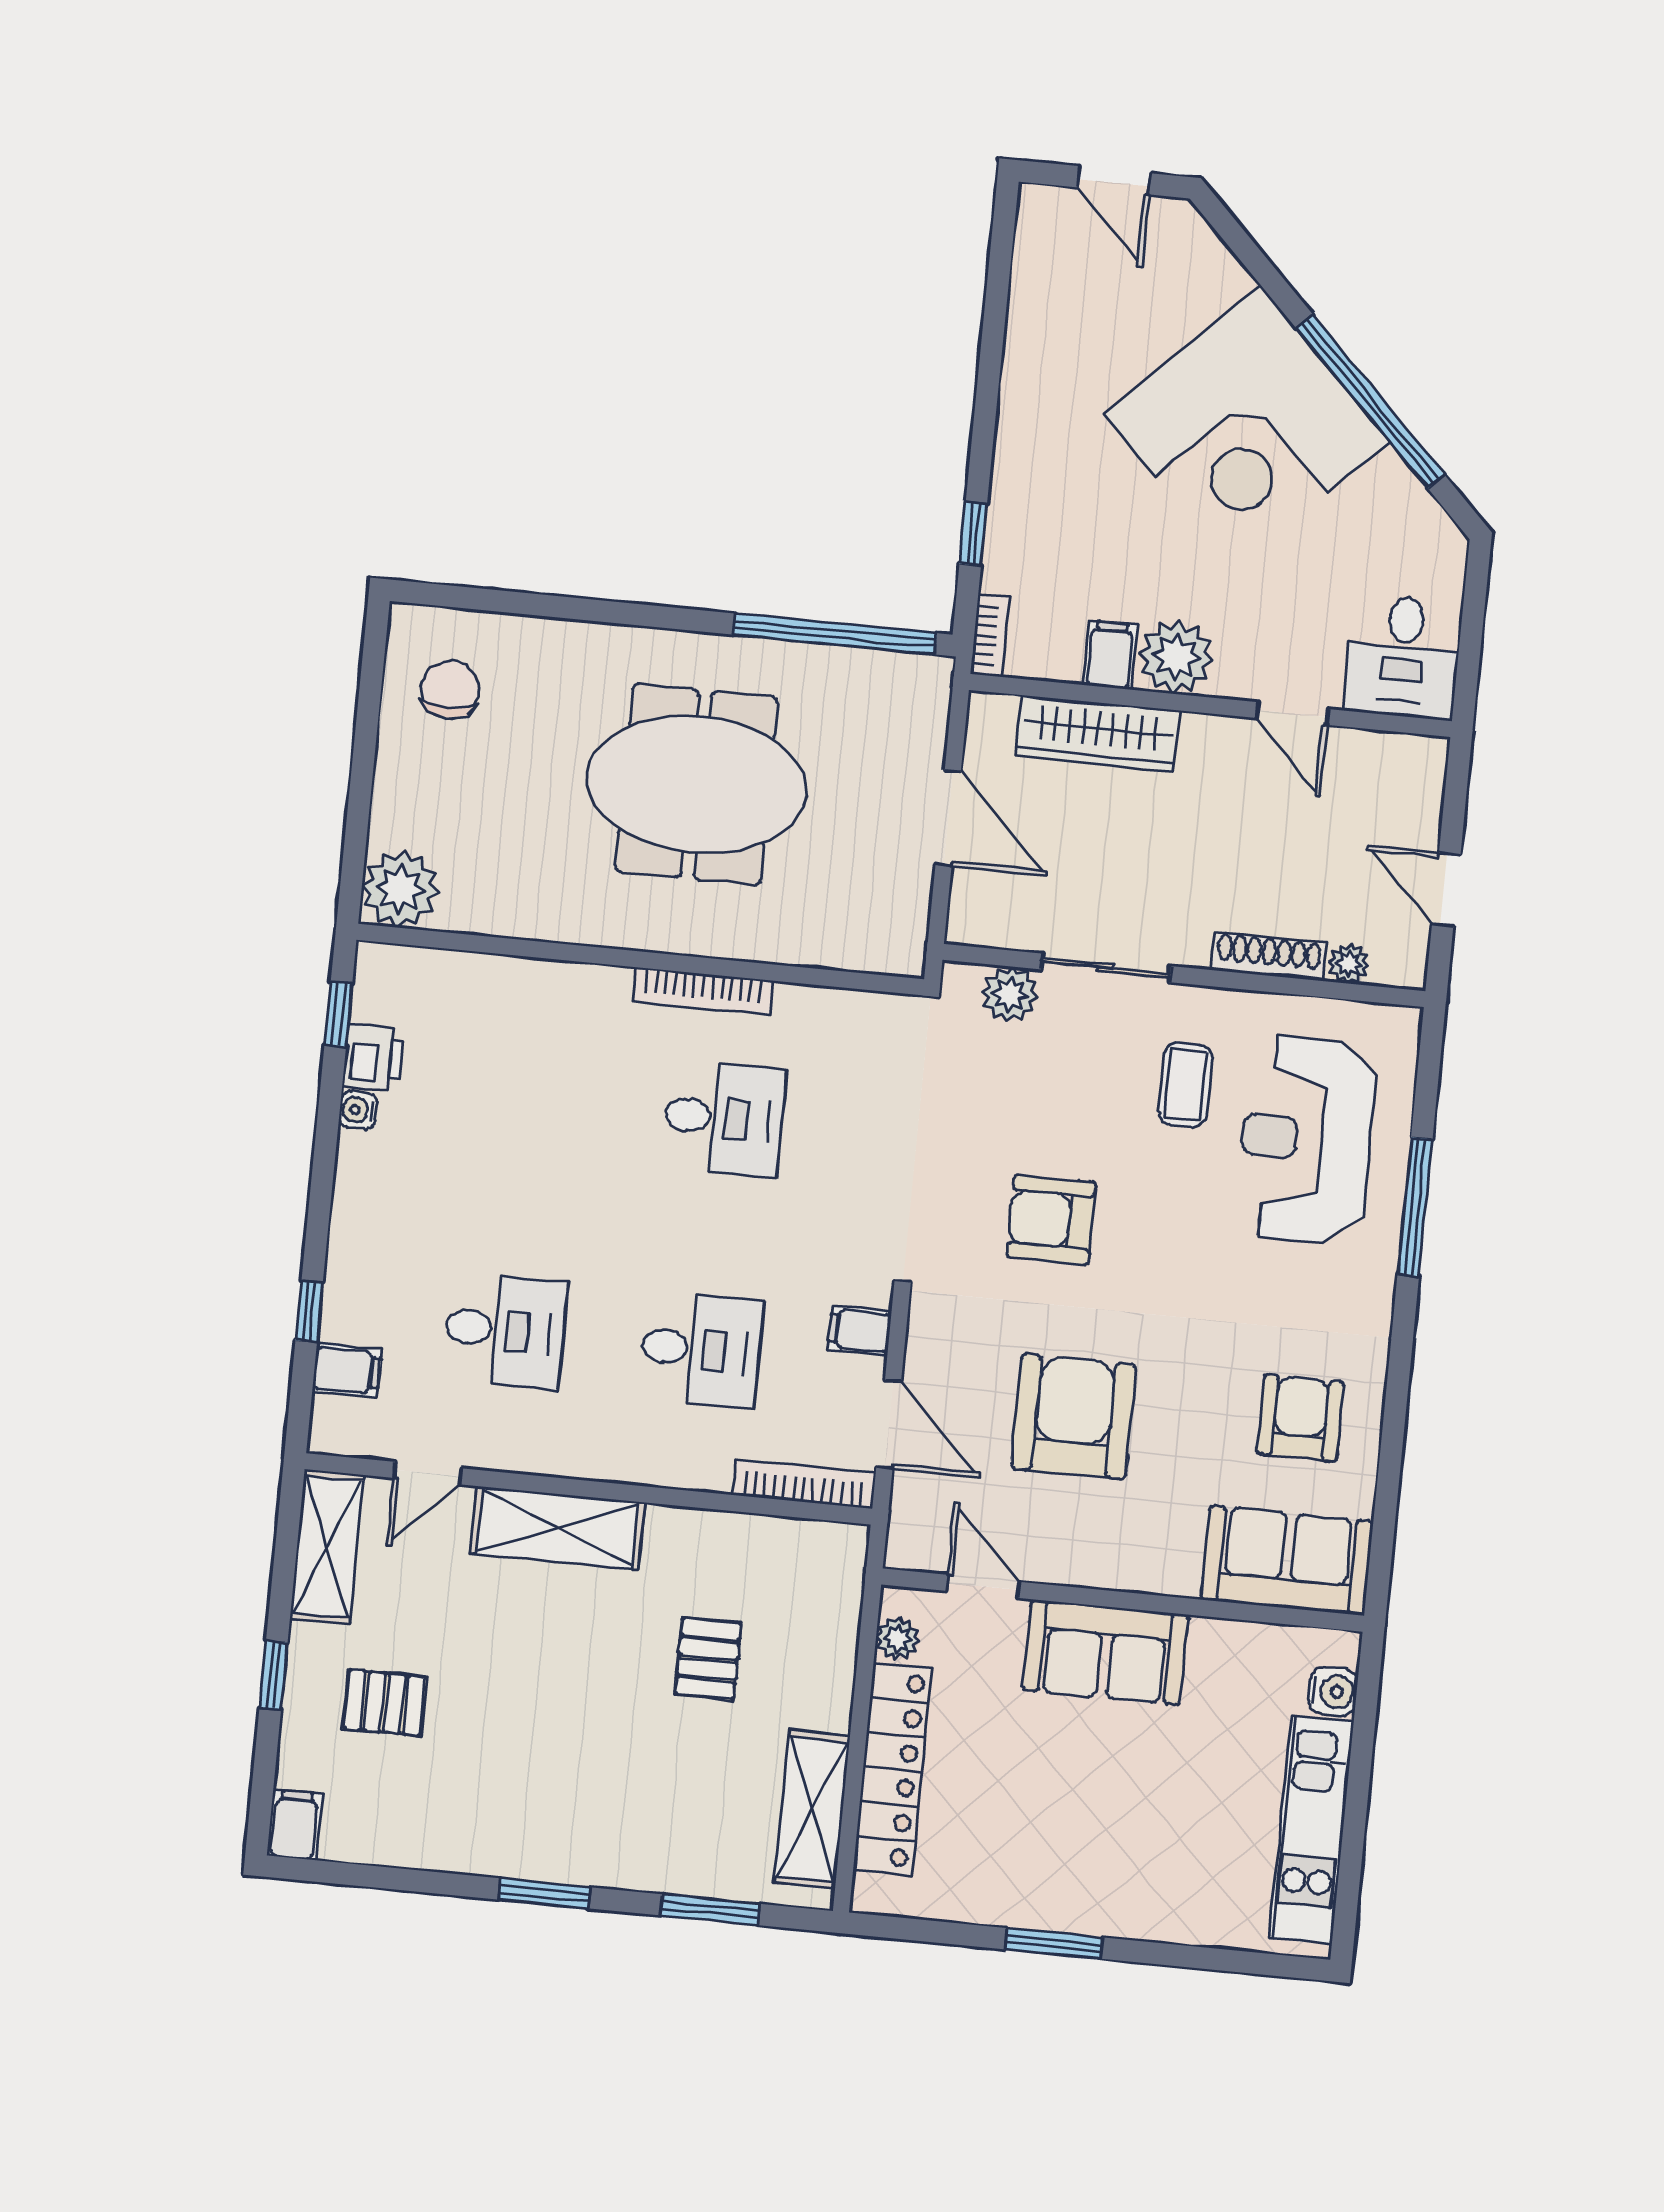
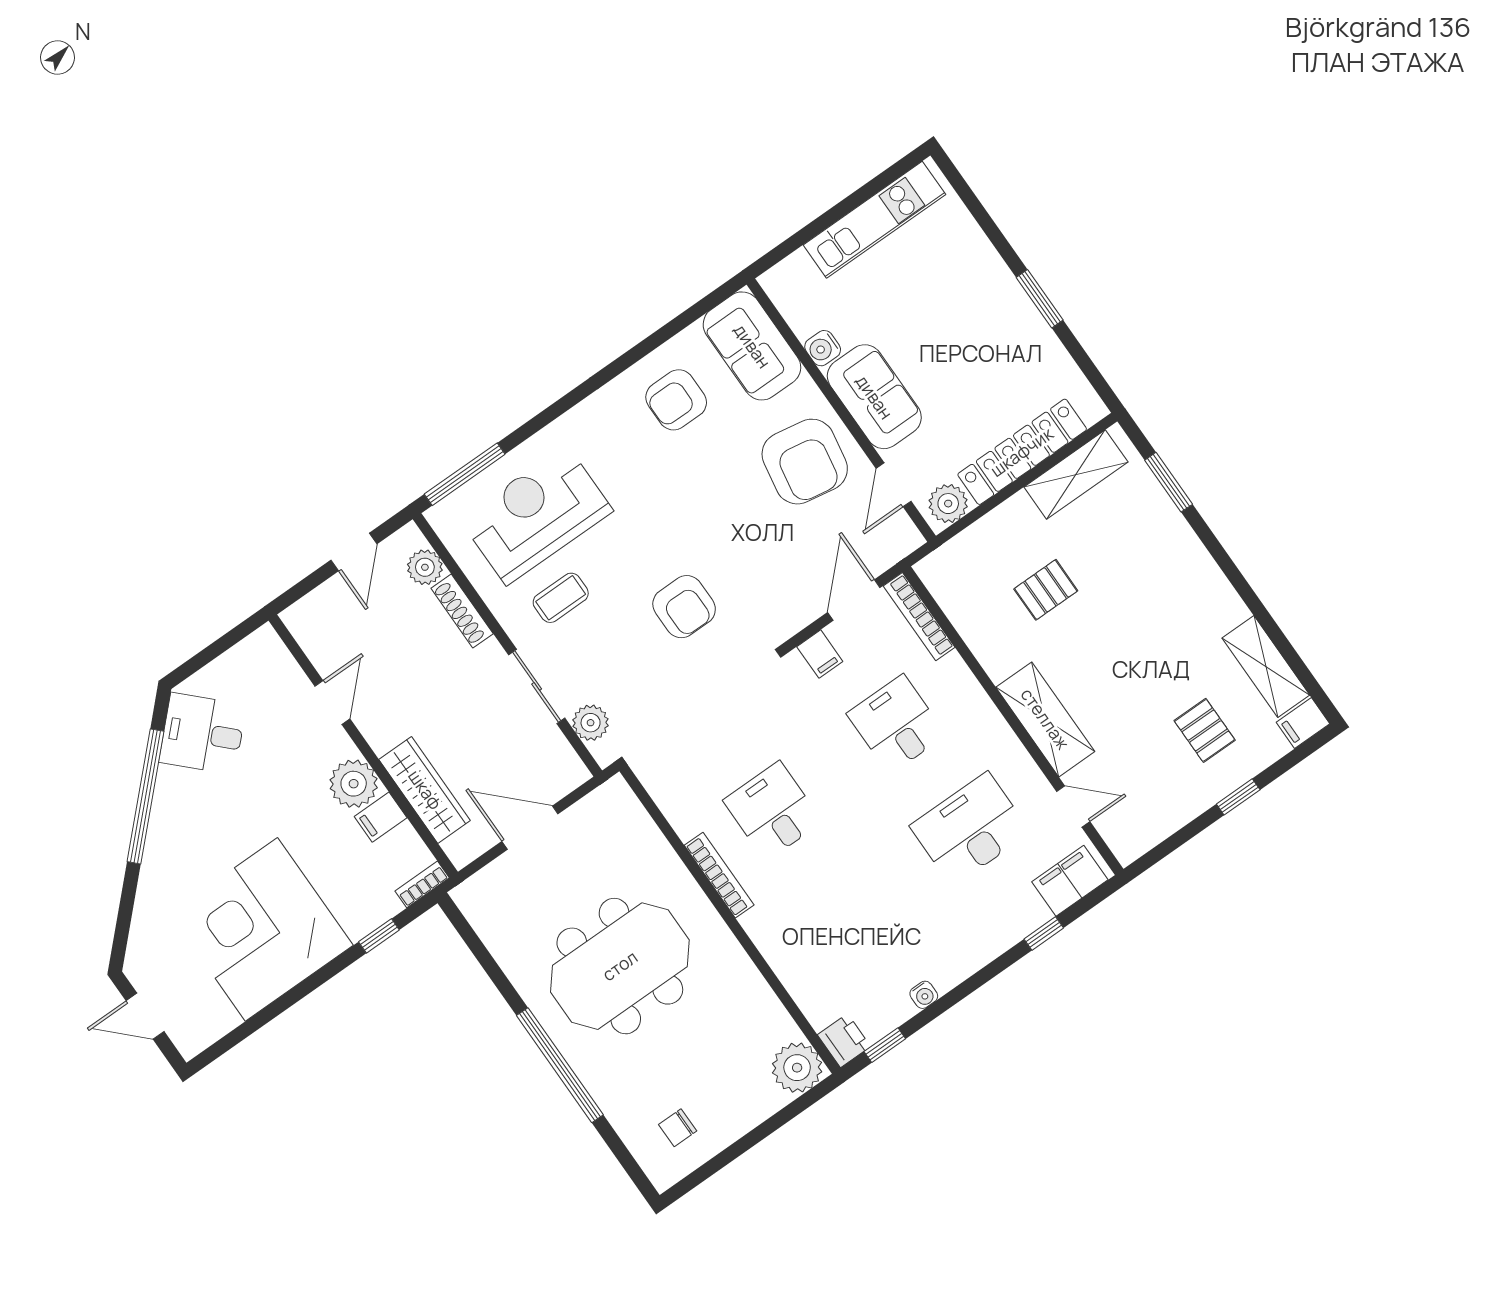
door: (1114, 180) -> (145, 1016), swing flipped
corner desk: (1247, 428) -> (261, 929), moved, turned -135
window: (835, 634) -> (560, 1065), moved
desk: (1403, 657) -> (203, 734), moved, turned -135
chair: (450, 690) -> (678, 1128), width x0.73, depth x0.73
meeting table: (696, 784) -> (620, 966), turned 90
door: (948, 818) -> (530, 828), hinge flipped
plant: (1349, 964) -> (425, 567), width x1.38, depth x1.38
printer: (373, 1057) -> (844, 1041), moved, turned 90
reception desk: (1306, 1139) -> (536, 515), turned 180
window: (1415, 1207) -> (465, 474), moved
desk: (505, 1330) -> (970, 829), width x1.37
filing cabinet: (347, 1370) -> (1070, 881), width x2.00
armchair: (1074, 1416) -> (805, 462), moved, turned -80
shelving: (327, 1547) -> (1266, 667), moved, turned 90
plant: (898, 1639) -> (948, 504), width x1.38, depth x1.38
water cooler: (1333, 1692) -> (823, 348), moved, turned -90
window: (544, 1893) -> (1231, 571), removed

